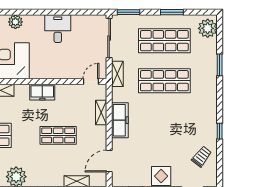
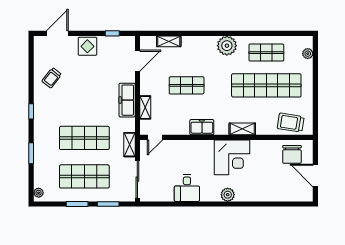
window: (129, 12) -> (108, 204), moved
plant: (208, 28) -> (39, 193), width x0.53, depth x0.53
window: (220, 131) -> (31, 111), moved
trolley: (202, 156) -> (52, 78), moved

